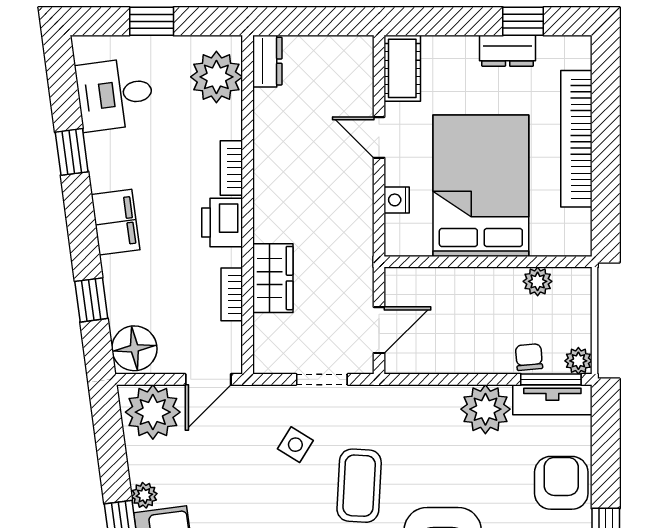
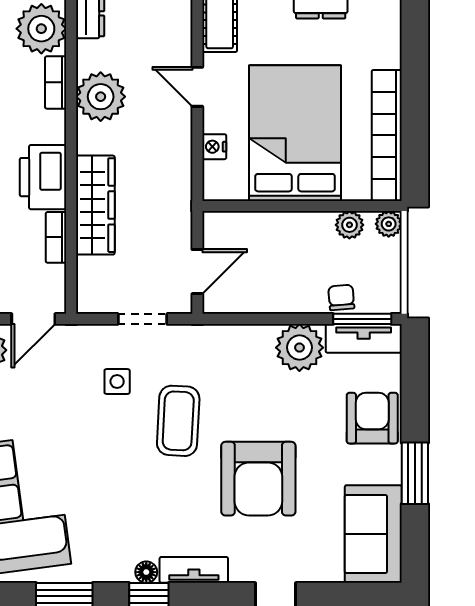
bookcase: (576, 139) -> (387, 135), moved
plant: (278, 148) -> (101, 97), added
bookcase: (231, 168) -> (56, 82), moved
printer: (222, 223) -> (43, 177), width x1.37, depth x1.19
wardrobe: (273, 278) -> (95, 205), width x1.50
plant: (578, 361) -> (389, 224), moved
side table: (295, 445) -> (117, 381), turned -32

